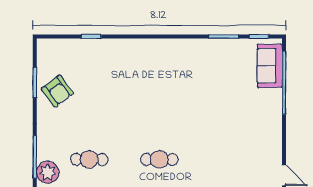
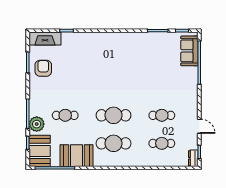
fireplace: (60, 48) -> (45, 39), added
armchair: (57, 91) -> (43, 68), turned -143
cafe table: (159, 159) -> (114, 115), width x1.37, depth x1.35
cafe table: (230, 159) -> (162, 115), added

